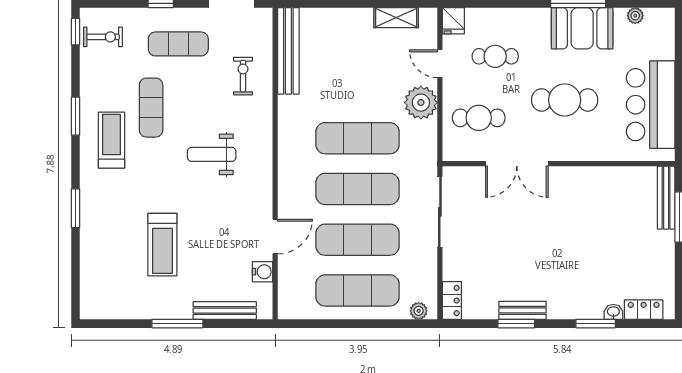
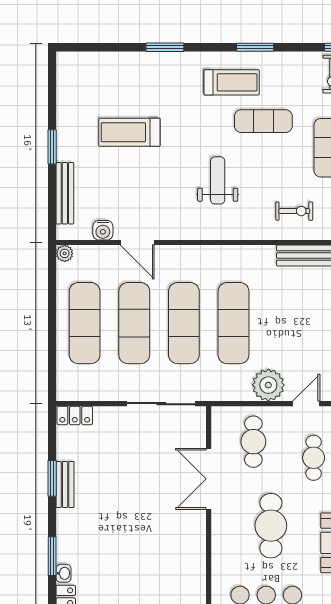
plant: (419, 311) -> (65, 253), moved
window: (177, 324) -> (52, 147), width x0.69

